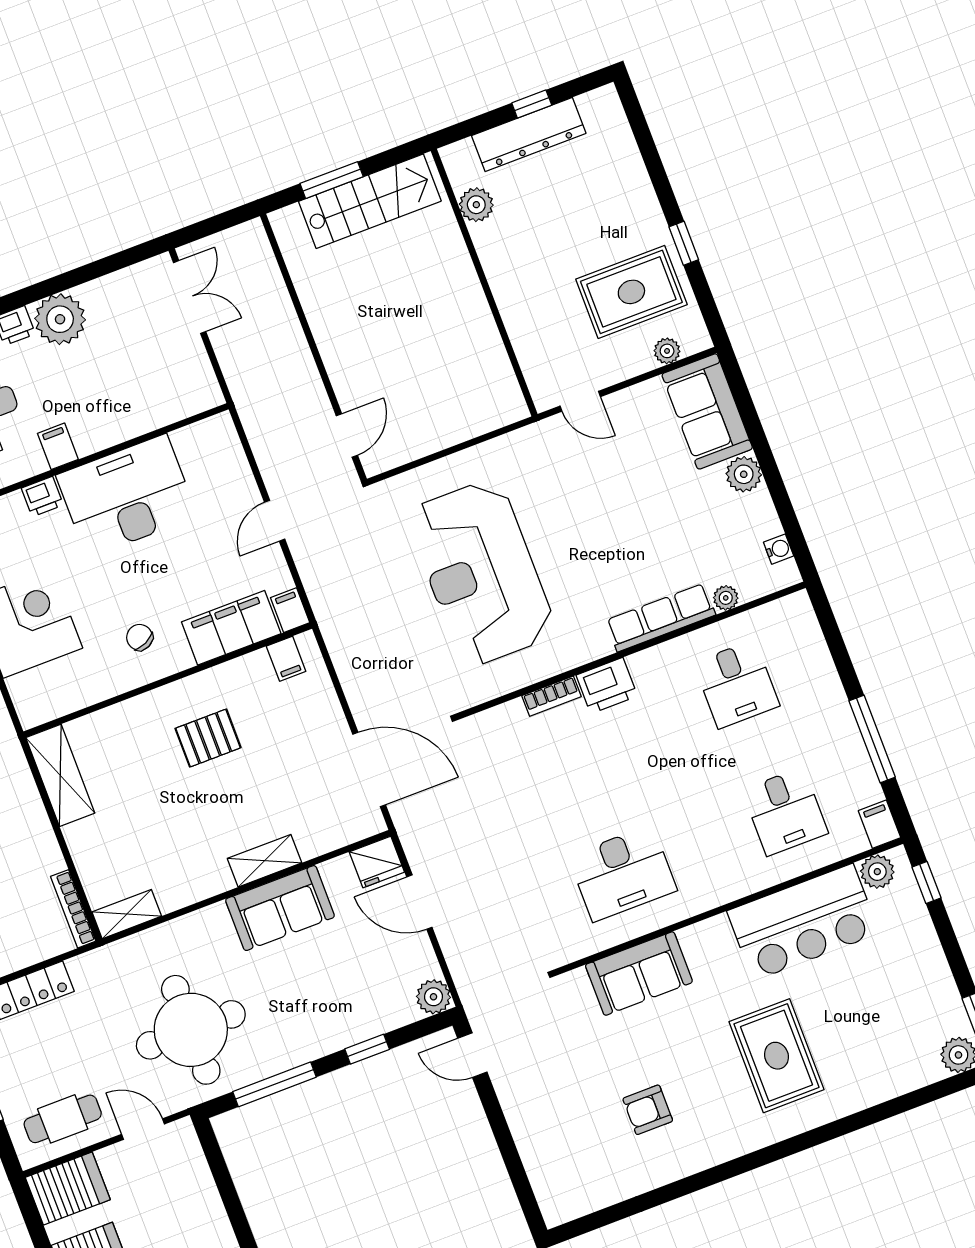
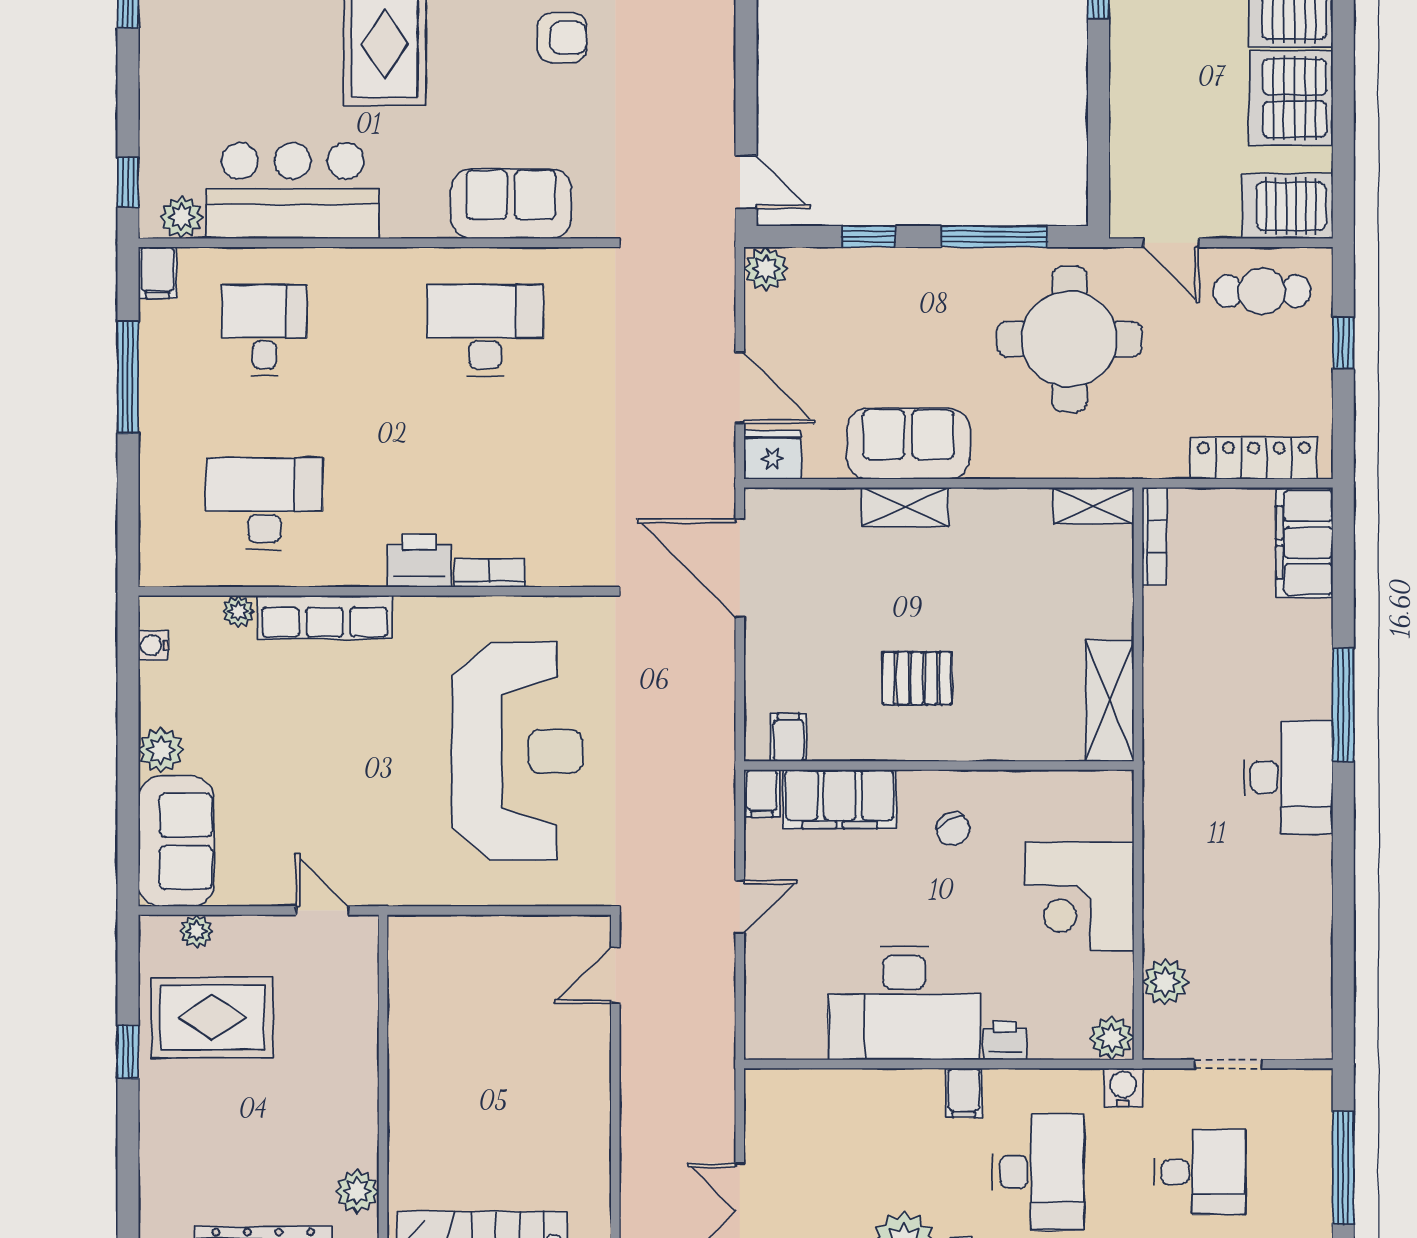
desk: (737, 684) -> (264, 504), width x1.37

